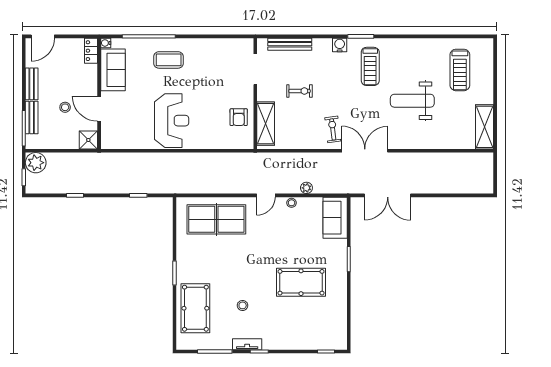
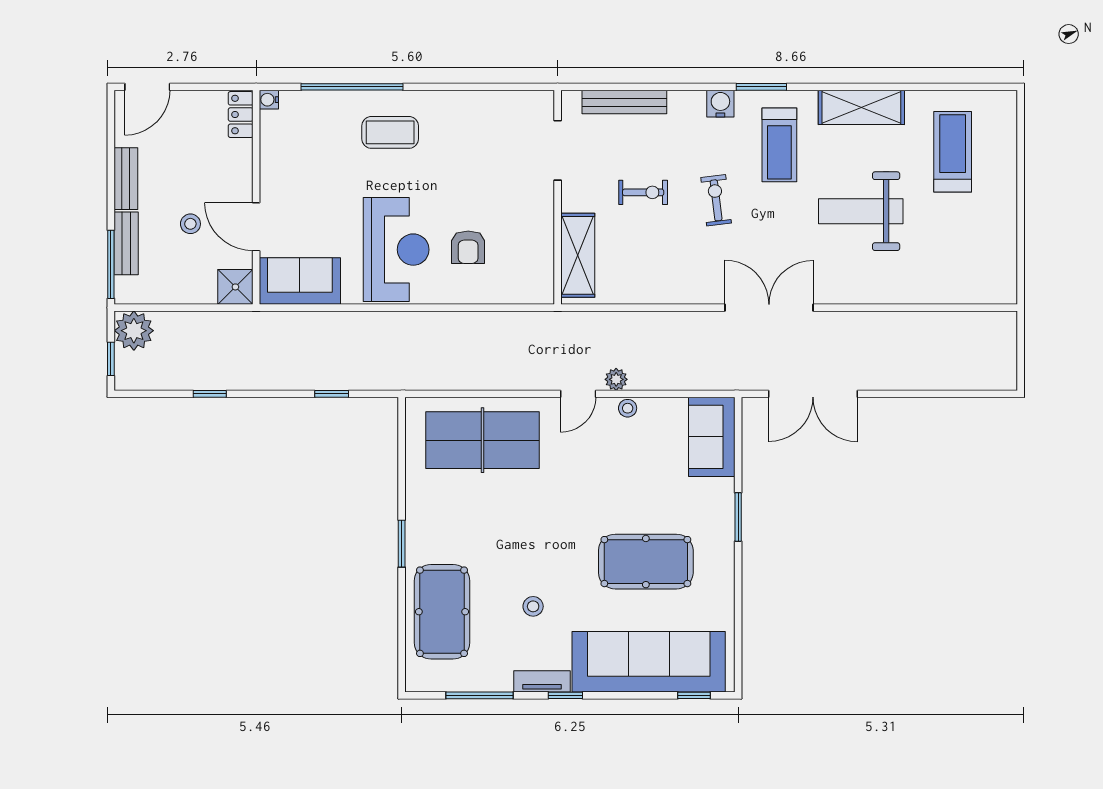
sofa: (113, 70) -> (300, 281), moved, turned -90
treadmill: (460, 70) -> (953, 152), turned 180
armchair: (239, 117) -> (468, 247), moved
shelving: (485, 127) -> (861, 107), moved, turned 90
exercise bike: (333, 129) -> (716, 200), moved
plant: (306, 188) -> (616, 379), moved
sofa: (302, 334) -> (649, 662), added

